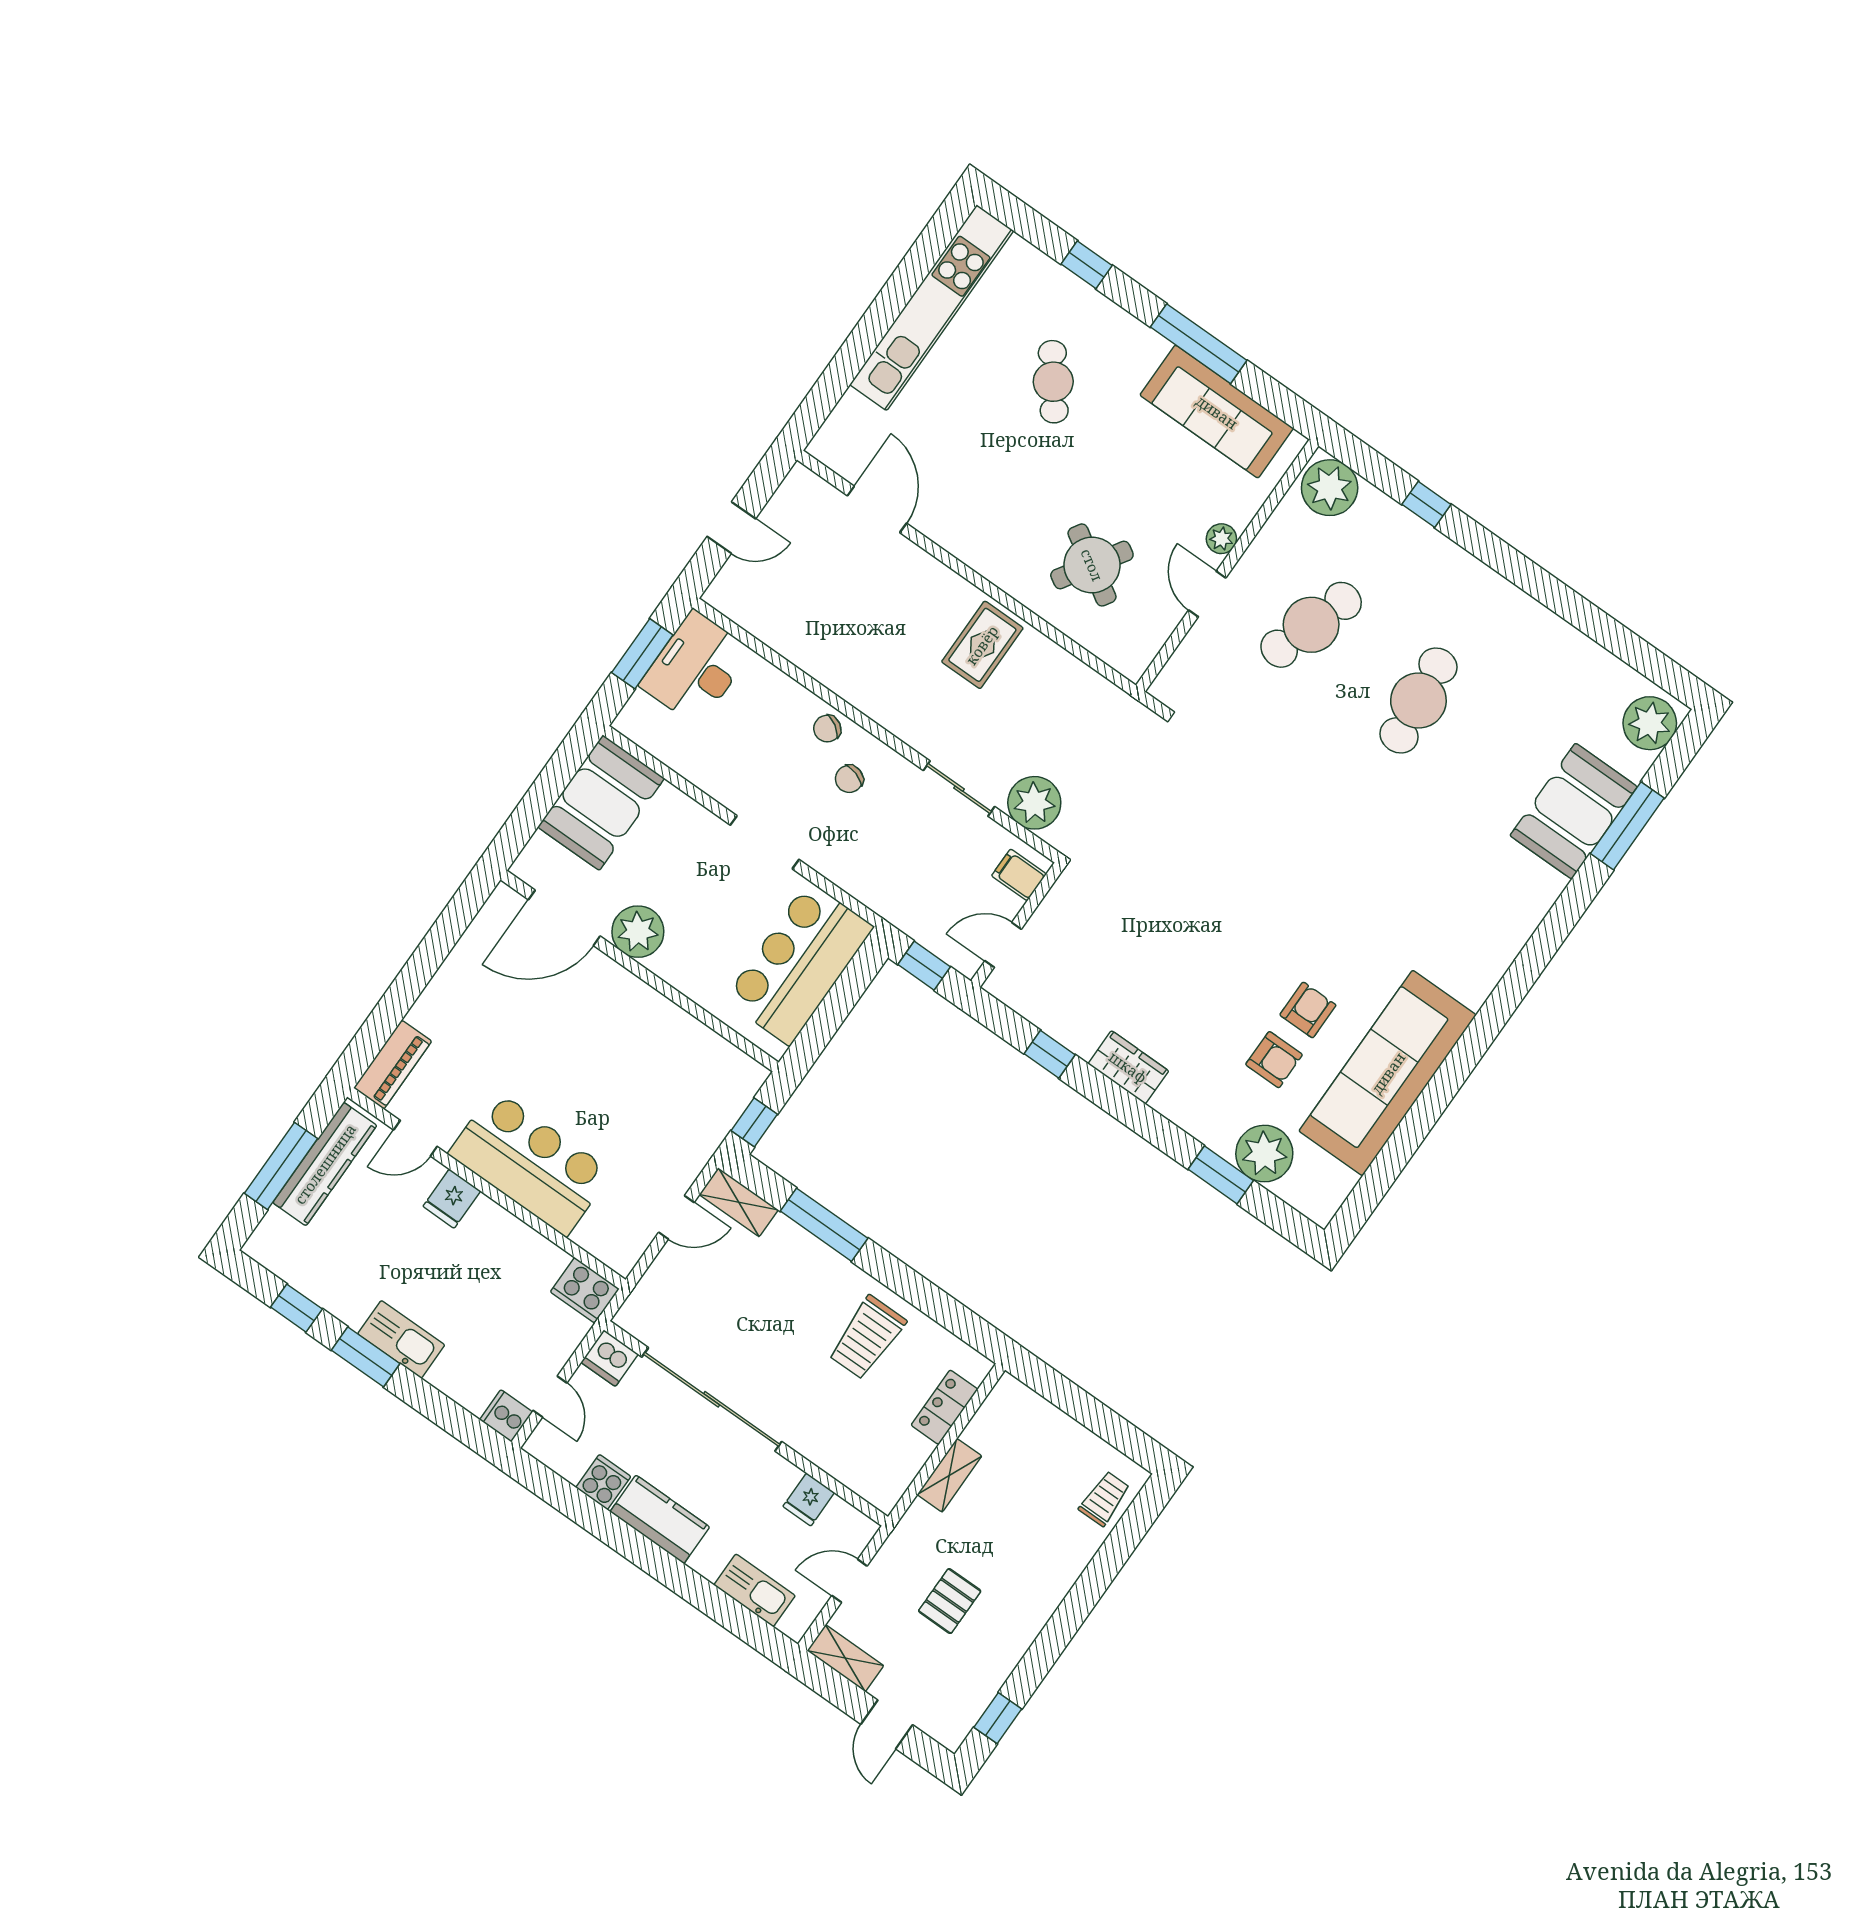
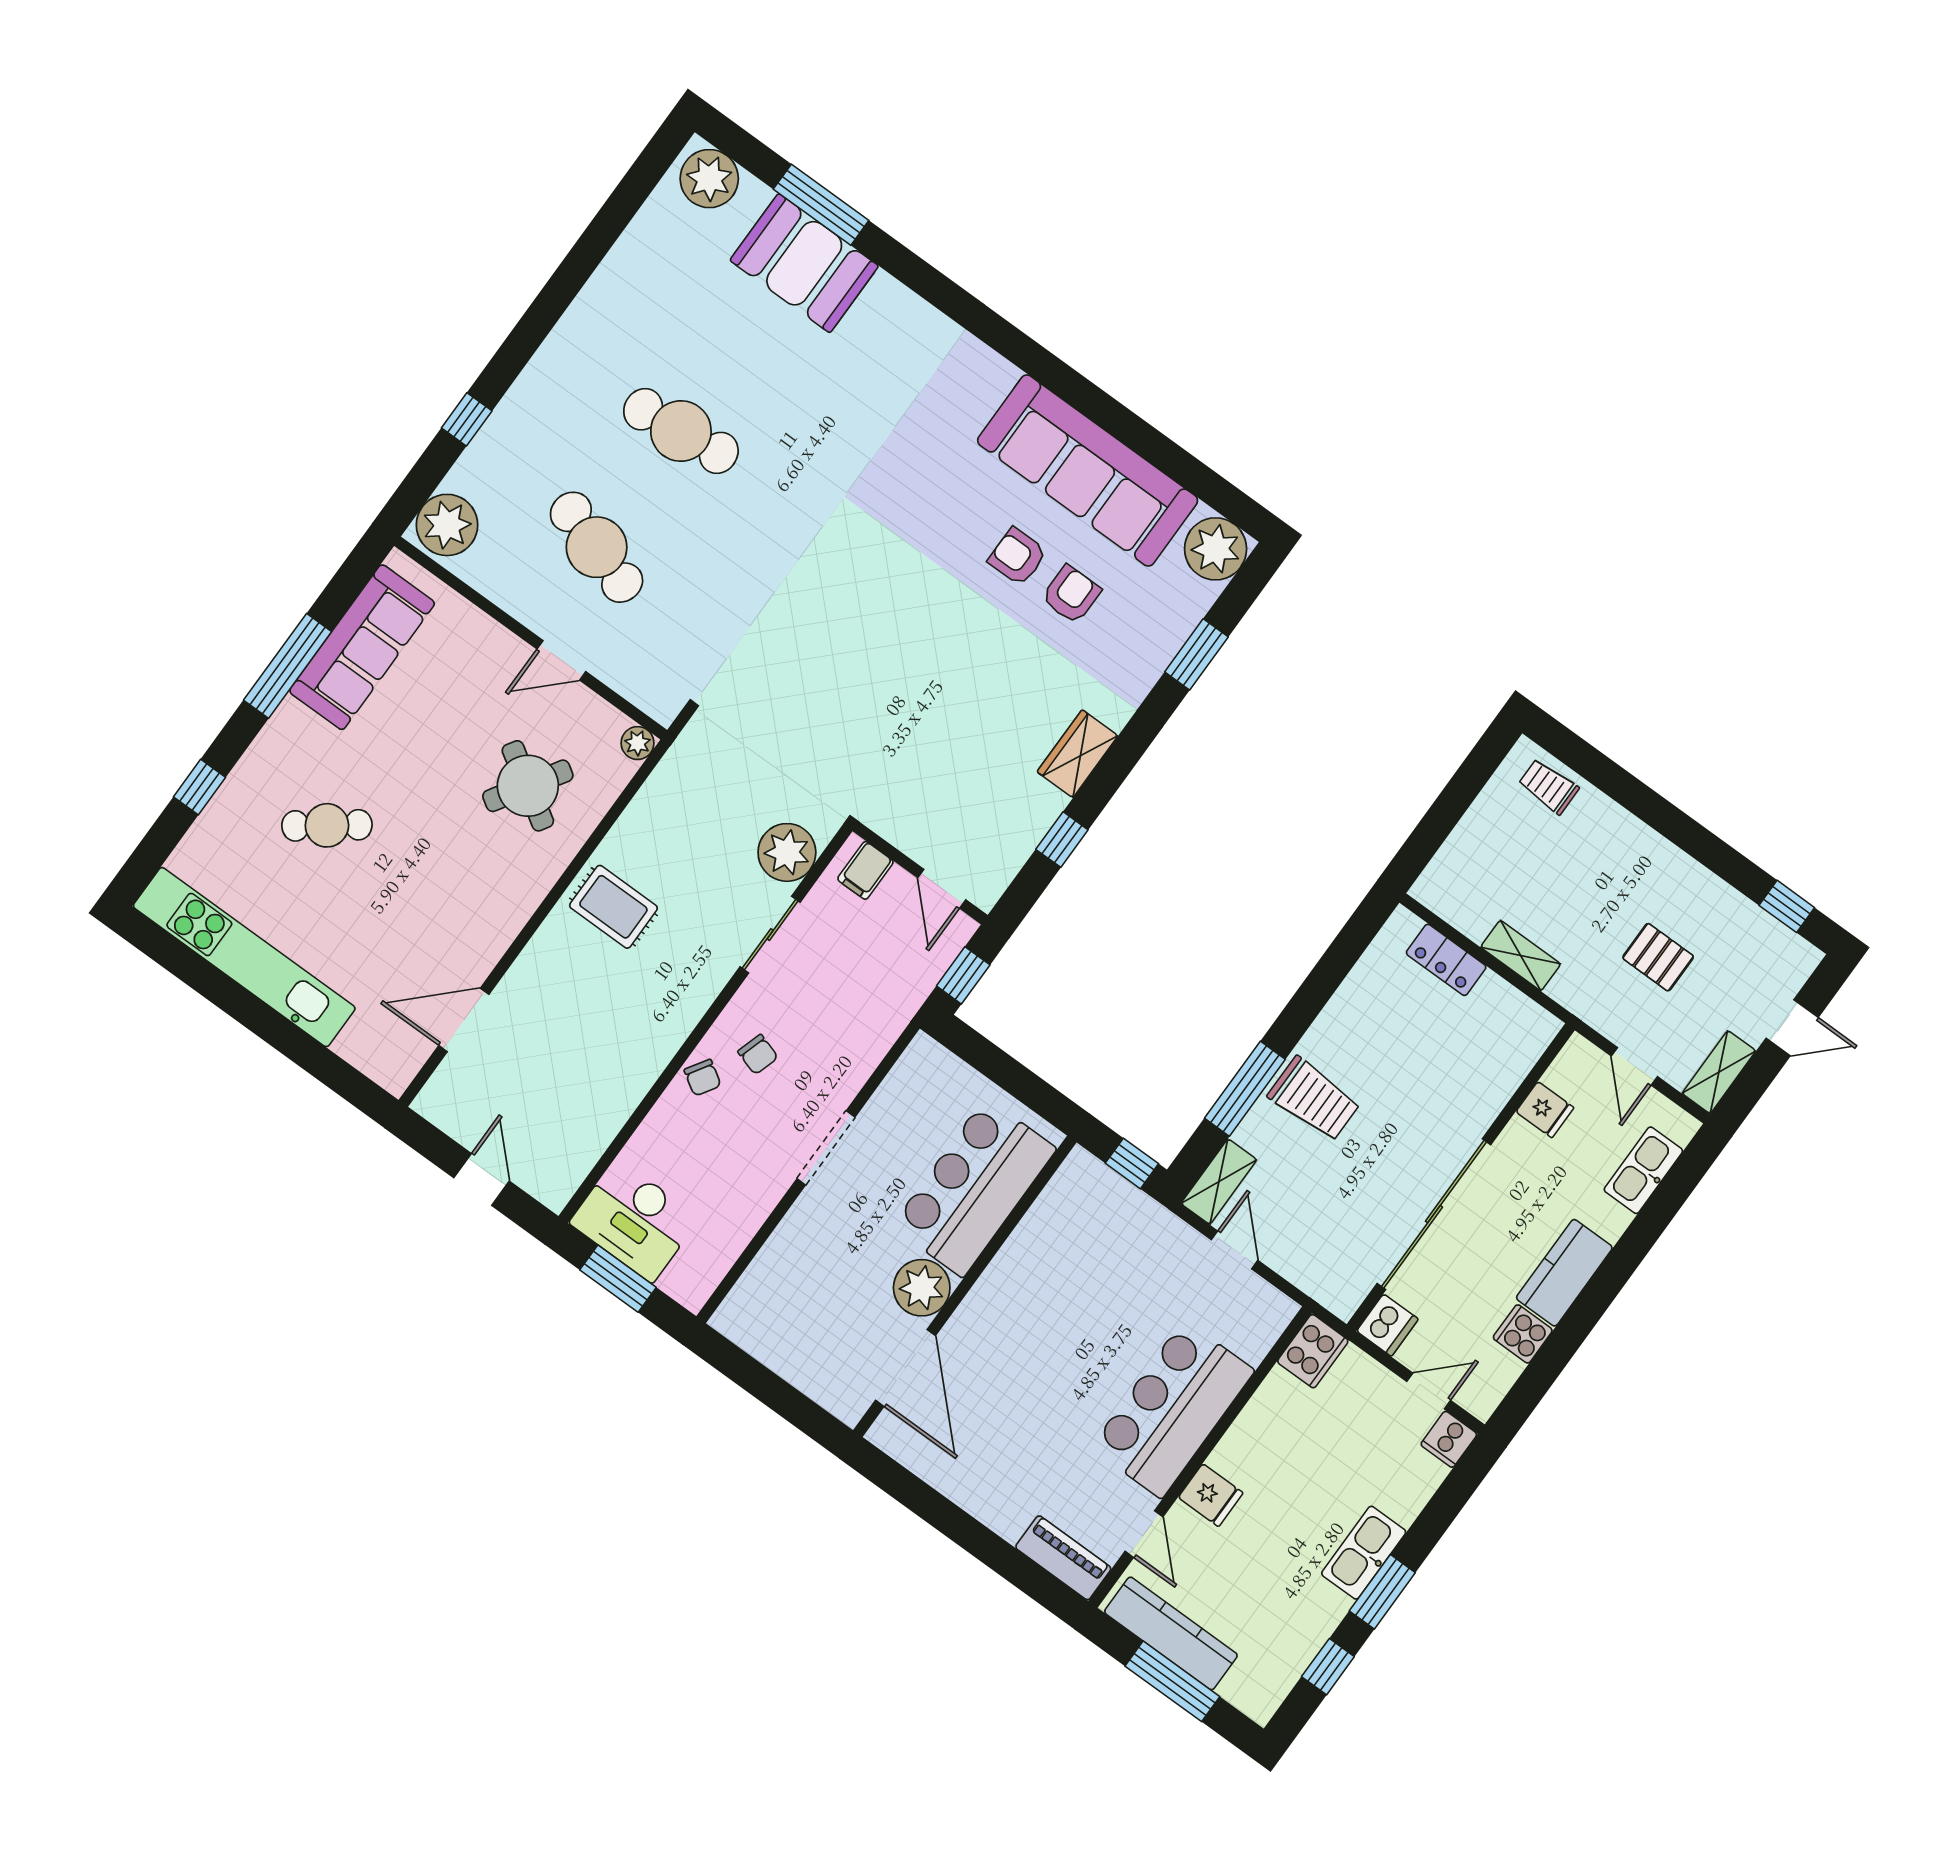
plant: (1221, 539) -> (638, 743), moved
booth: (601, 803) -> (780, 1326), removed
bar counter: (799, 963) -> (974, 1187), moved, turned 90
plant: (1264, 1154) -> (1216, 549), moved
trolley: (867, 1338) -> (1314, 1099), moved

